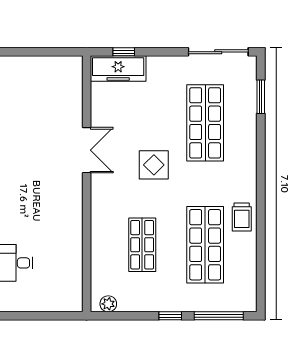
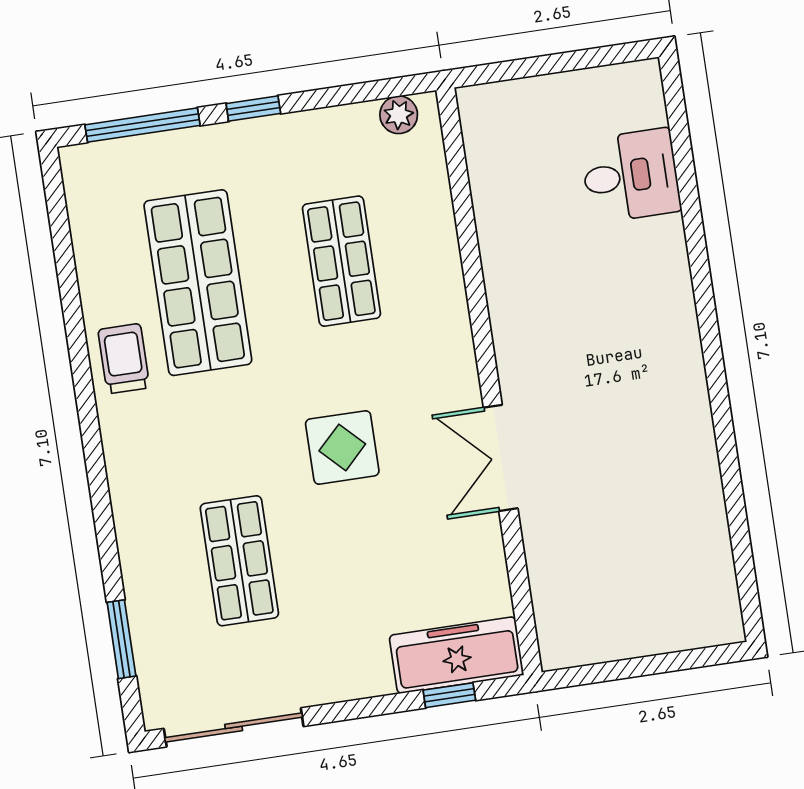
shop shelf: (205, 123) -> (239, 561), width x0.70, depth x0.74

